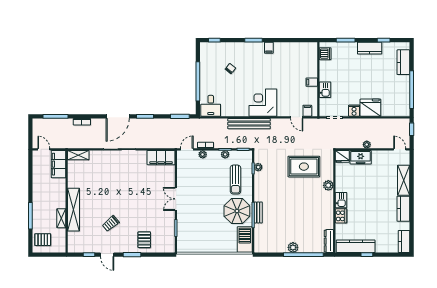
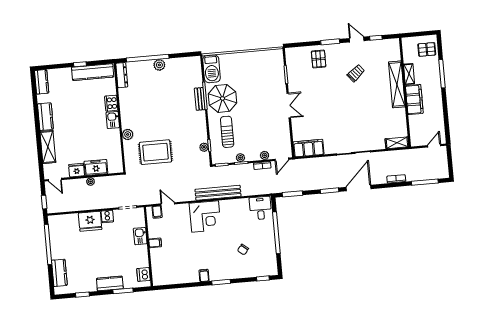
kitchen counter: (370, 48) -> (110, 283), moved
door: (44, 149) -> (434, 146), swing flipped
fridge: (342, 156) -> (77, 170), moved
filing cabinet: (58, 164) -> (414, 99), moved

